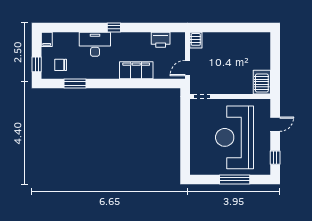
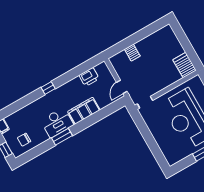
server rack: (196, 40) -> (132, 53), moved
desk: (95, 44) -> (57, 123), moved, turned 180
window: (75, 84) -> (62, 137), moved

